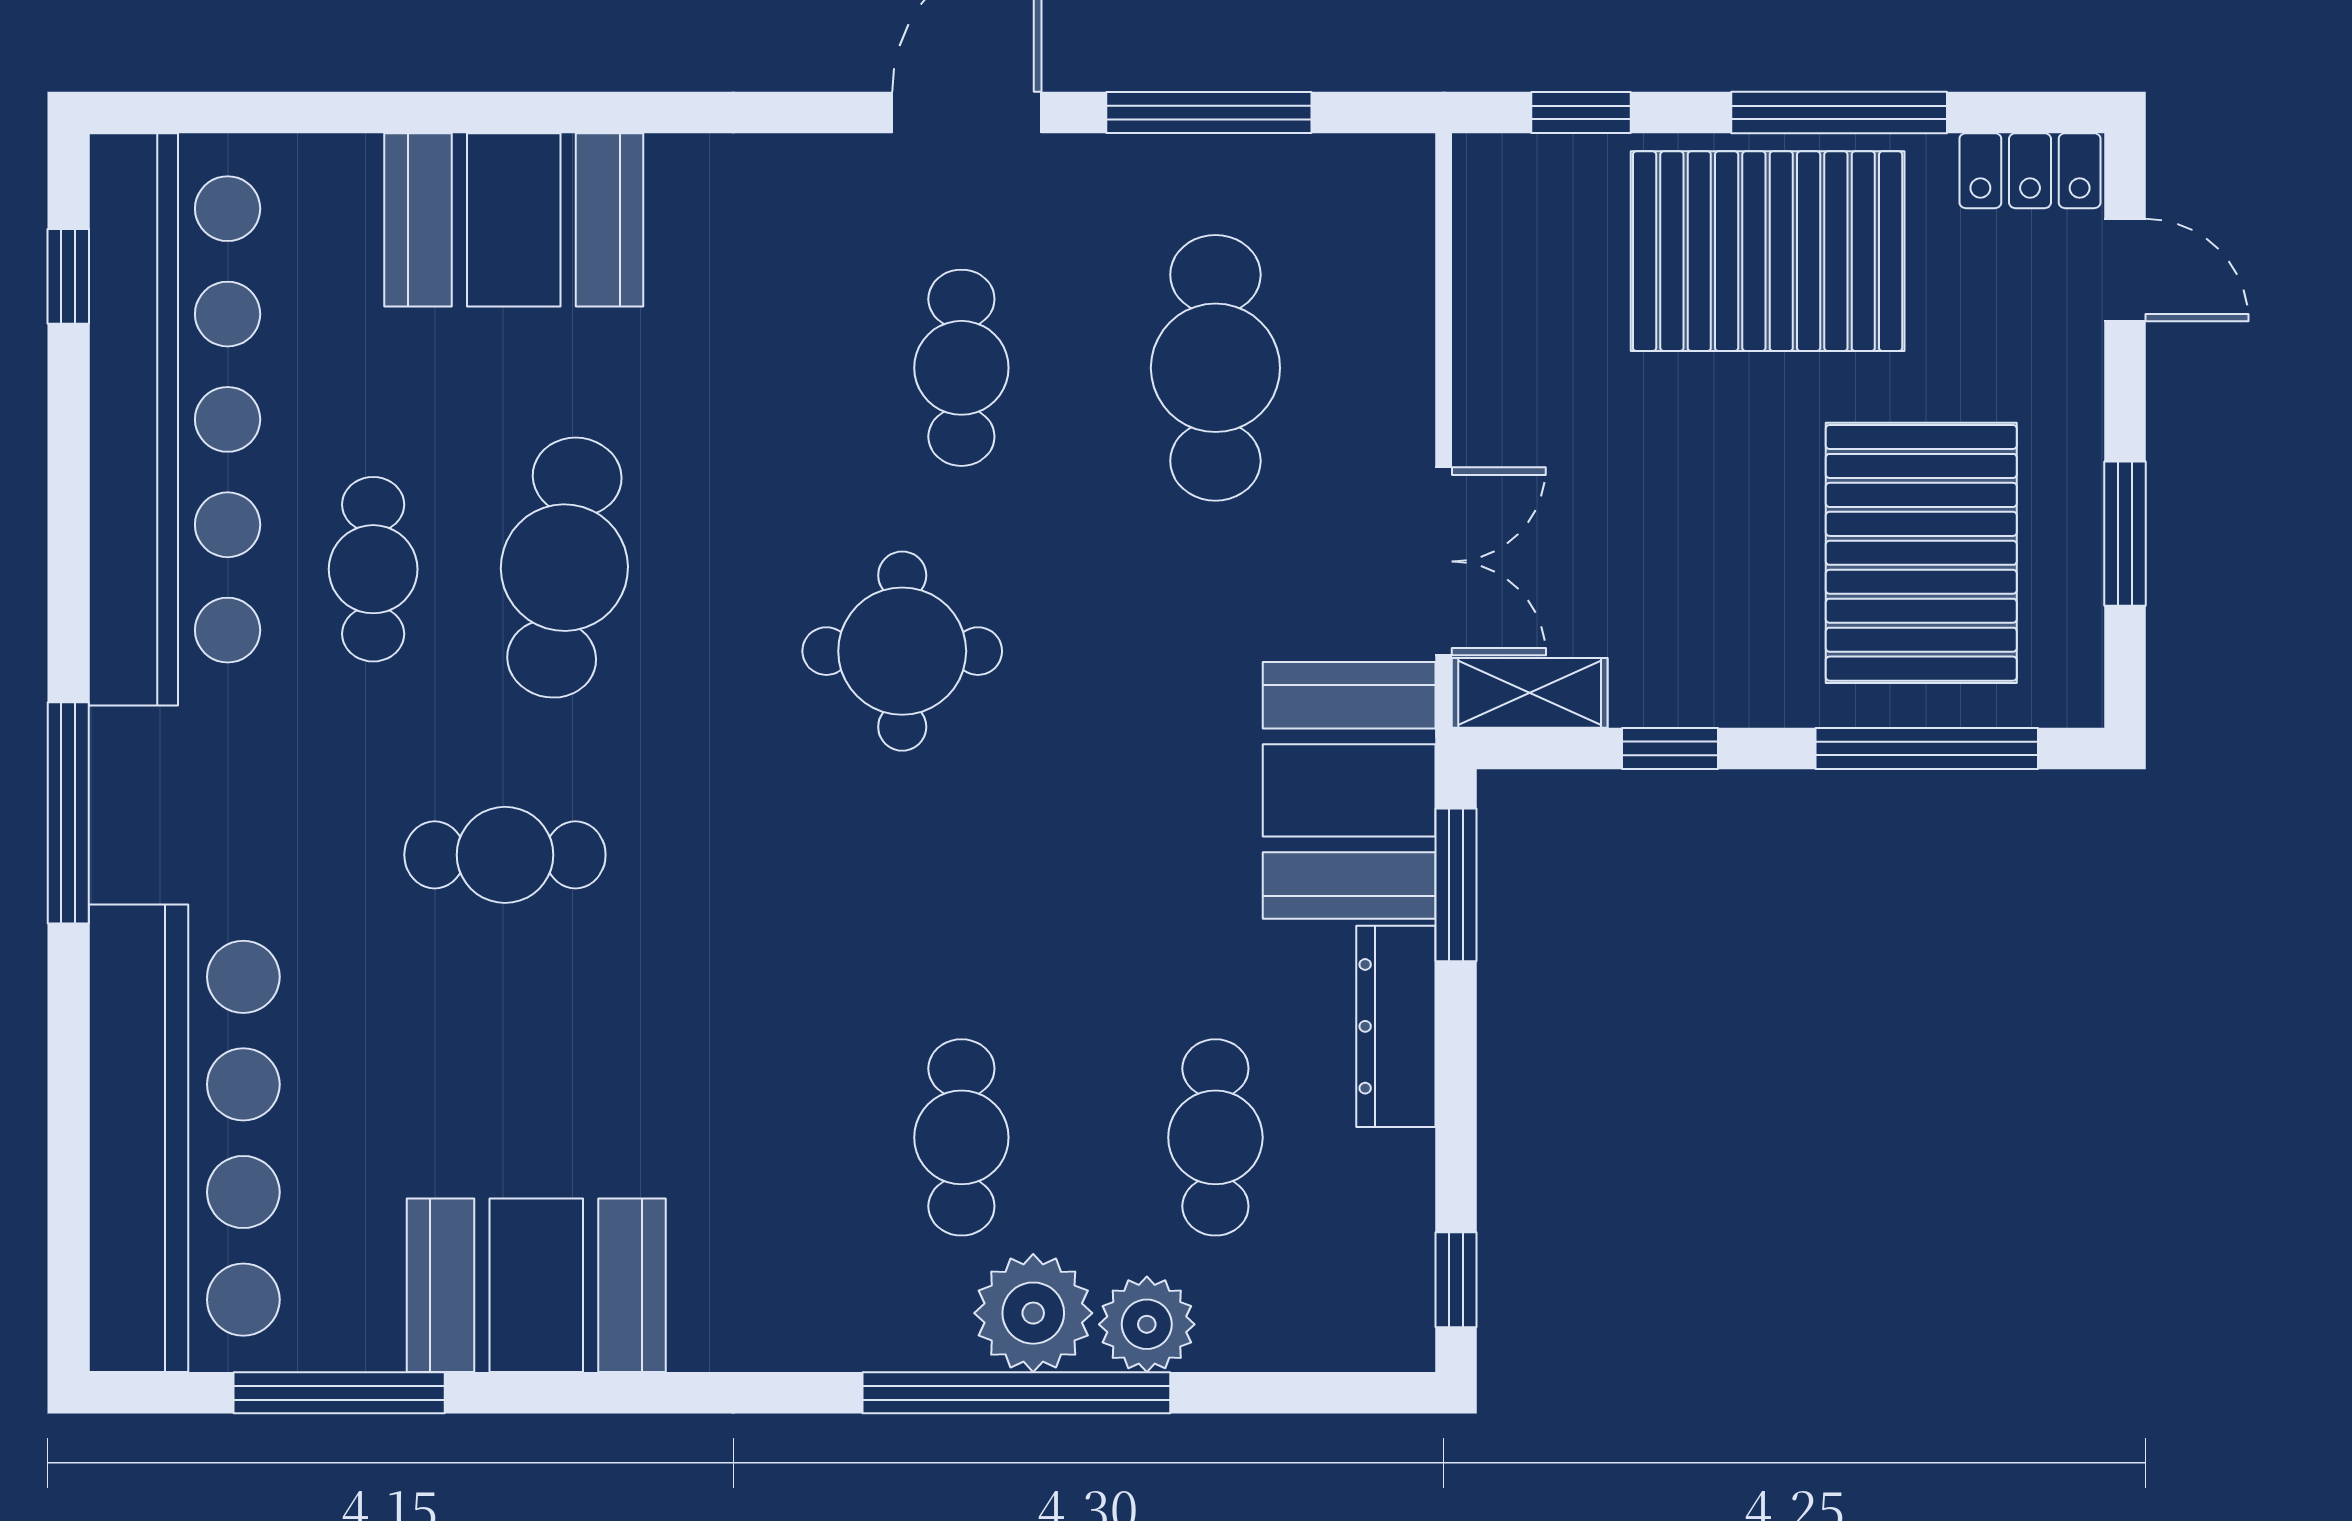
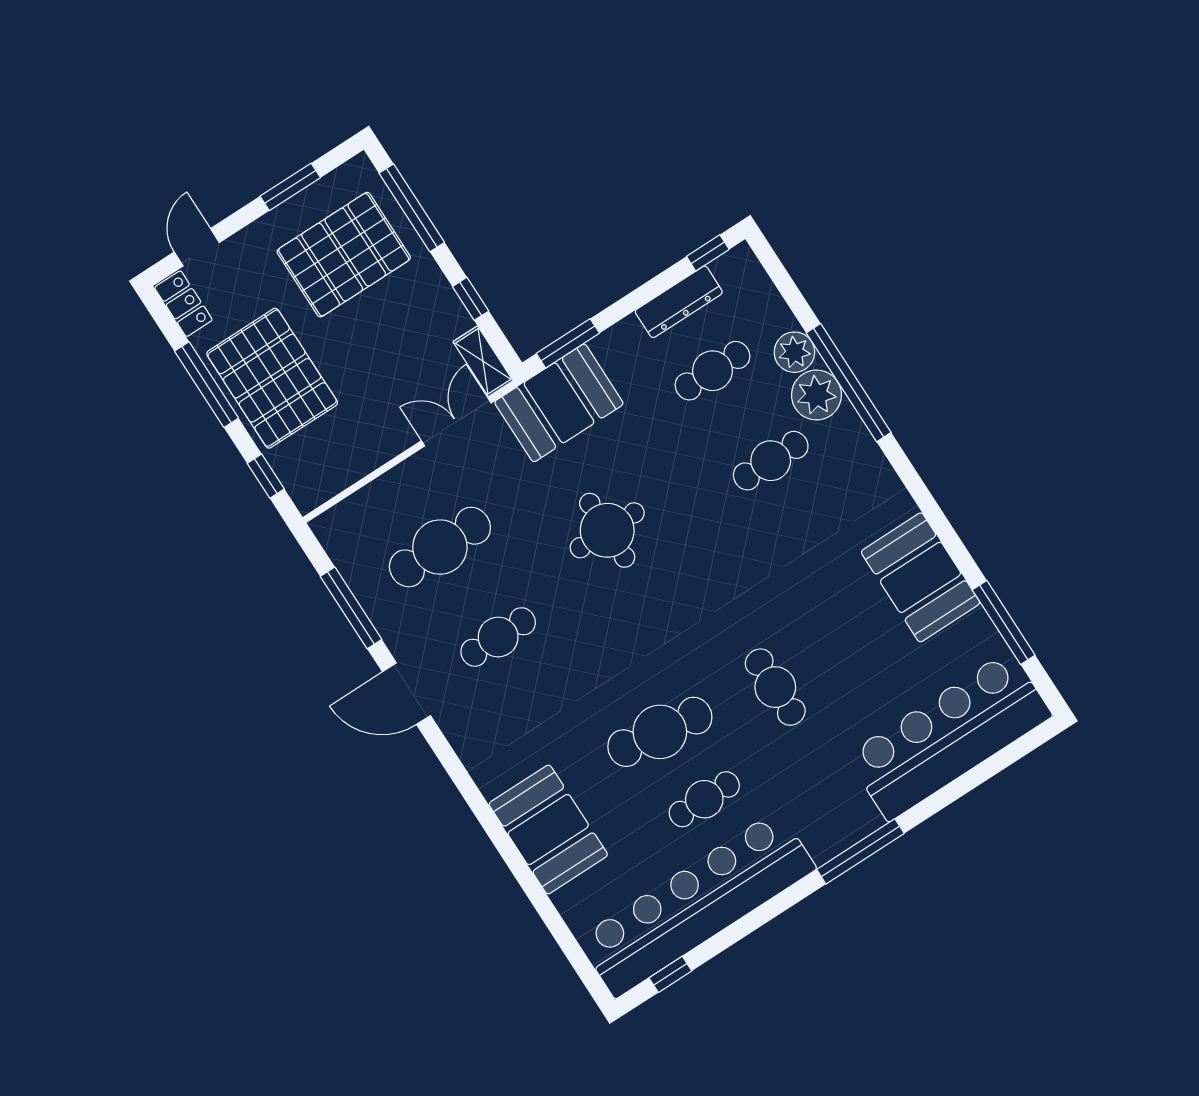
round table: (902, 651) -> (607, 530), moved
dresser: (1396, 1026) -> (679, 302), moved

